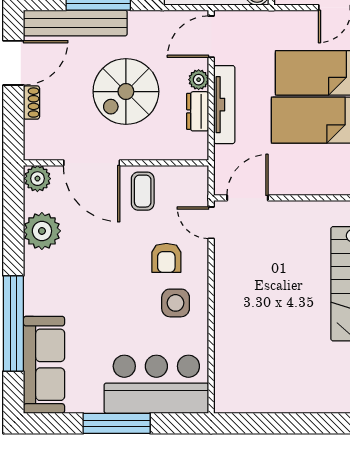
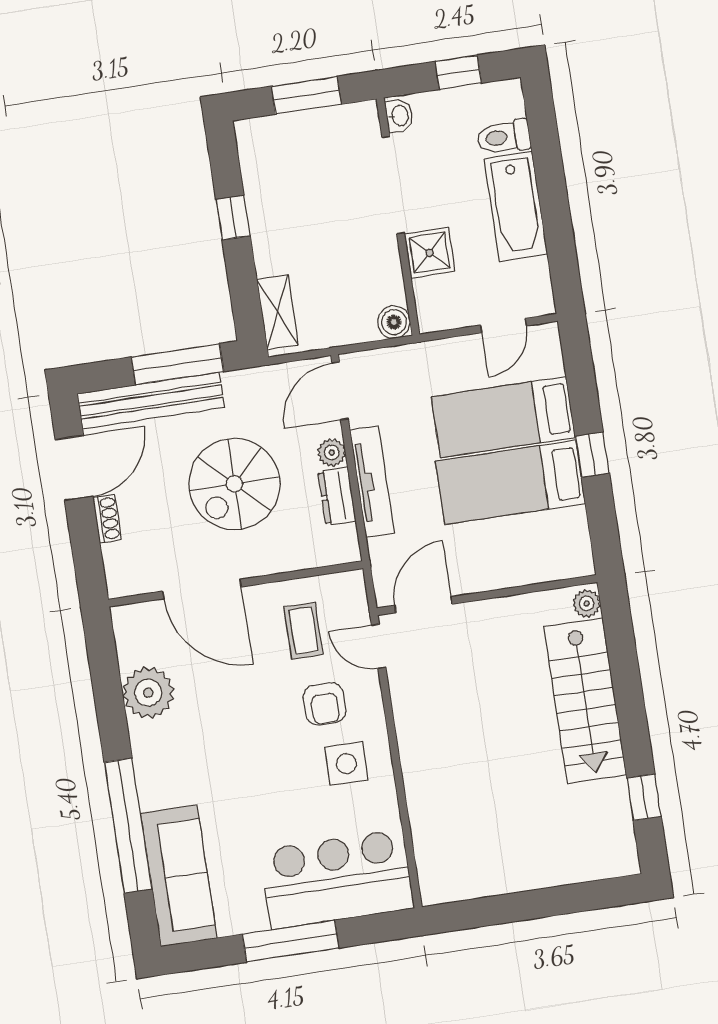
plant: (37, 179) -> (131, 622), removed
coffee table: (143, 191) -> (303, 631), moved

